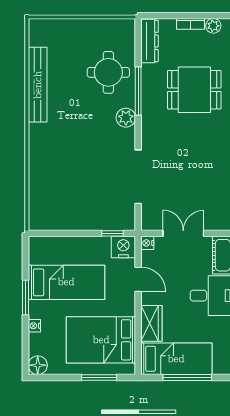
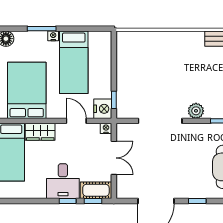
plant: (126, 118) -> (196, 111), moved
door: (138, 279) -> (76, 121), swing flipped
window: (25, 298) -> (42, 29), moved
nightstand: (34, 326) -> (53, 36), moved

